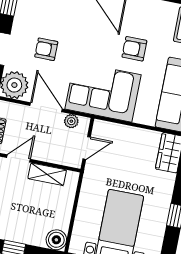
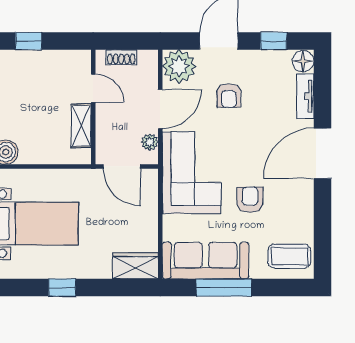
armchair: (46, 49) -> (229, 96), turned 180
door: (87, 148) -> (122, 166), width x1.38

